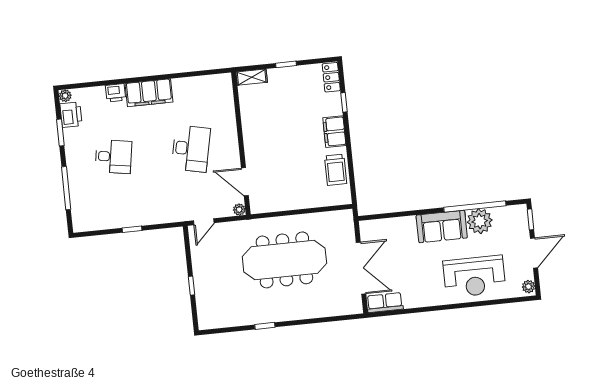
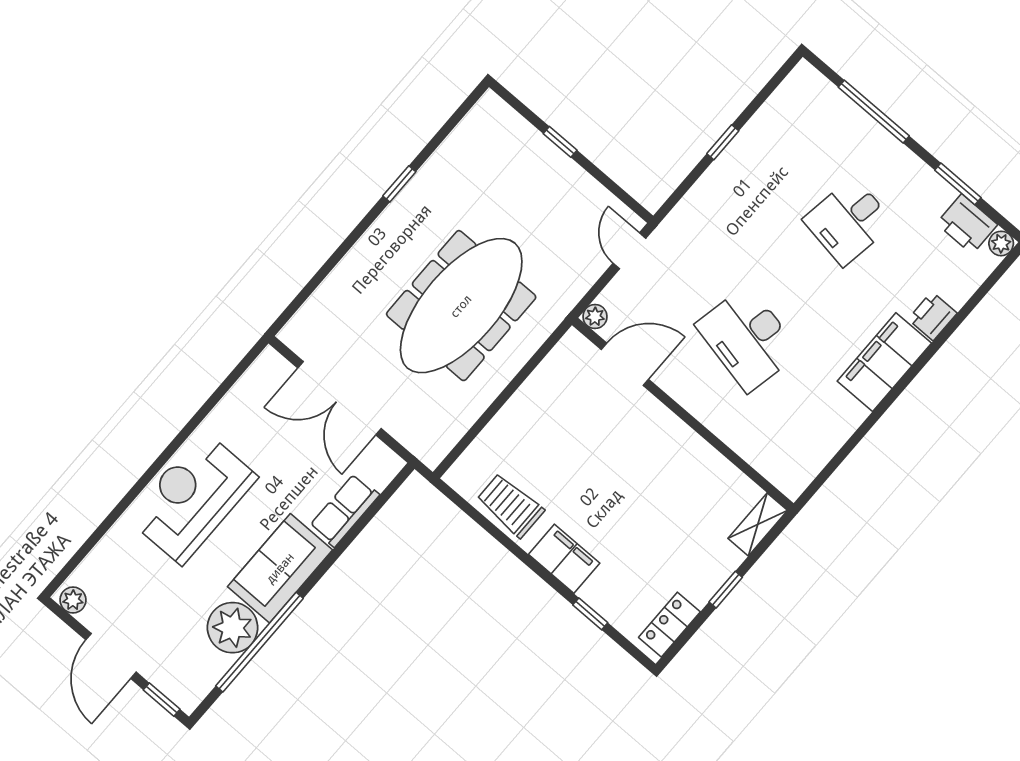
locker: (331, 77) -> (669, 625), moved, turned -90
reception desk: (474, 276) -> (192, 498), moved
row of seats: (385, 303) -> (344, 510), moved, turned 180

